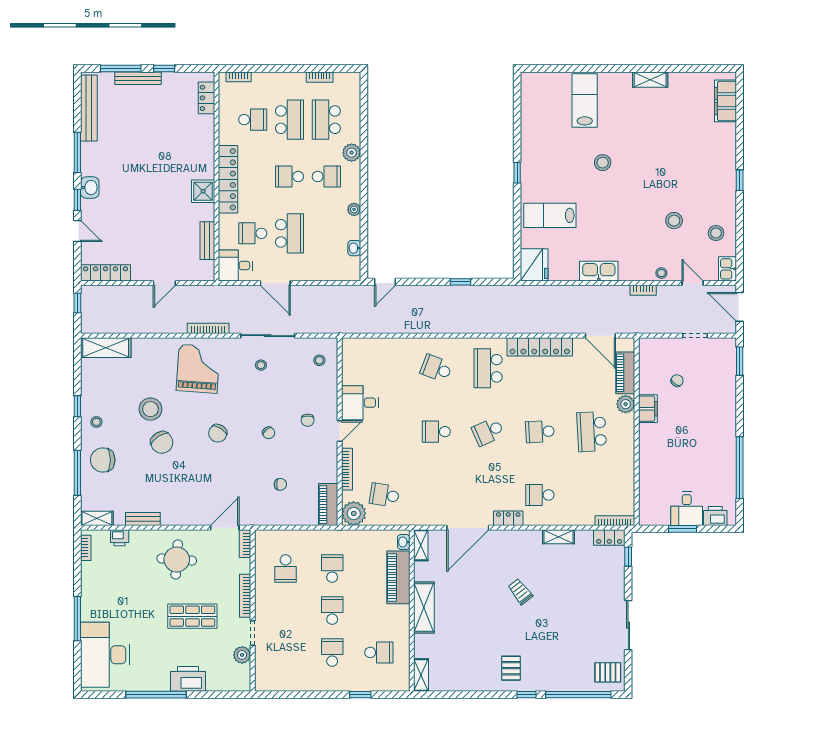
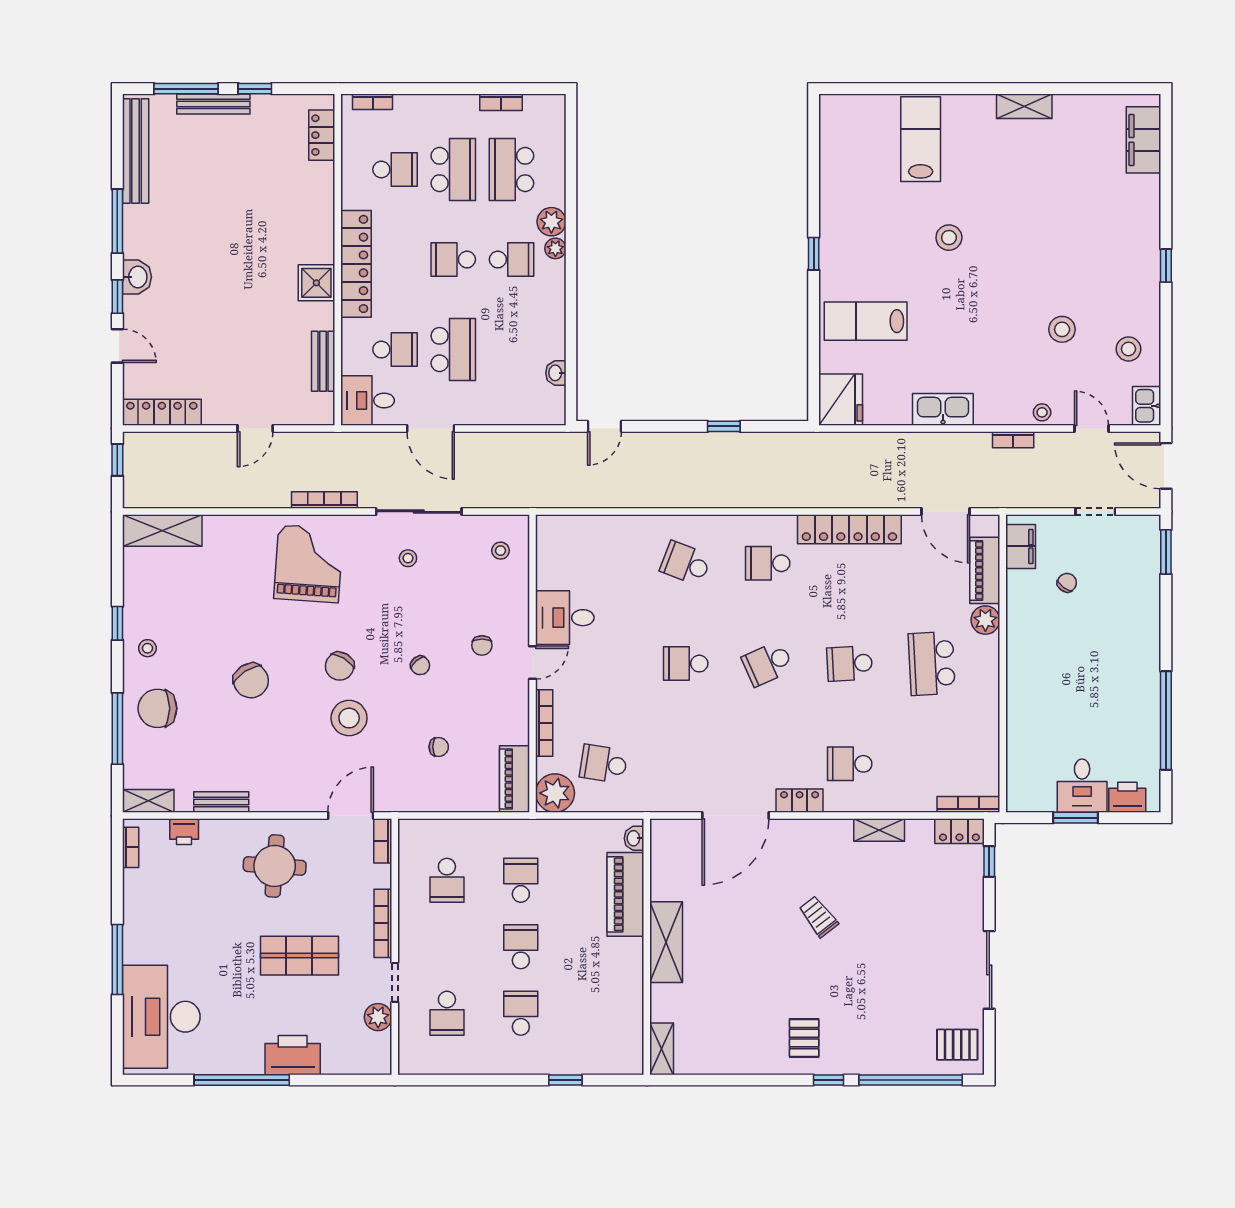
plant: (354, 209) -> (555, 248), moved
school desk: (253, 233) -> (395, 350), turned 180
school desk: (488, 368) -> (768, 563), width x0.54
stool: (150, 409) -> (349, 718), moved
filing cabinet: (648, 409) -> (1021, 546), moved
shelving: (421, 545) -> (661, 843), removed
school desk: (379, 652) -> (447, 1013), moved, turned 90

